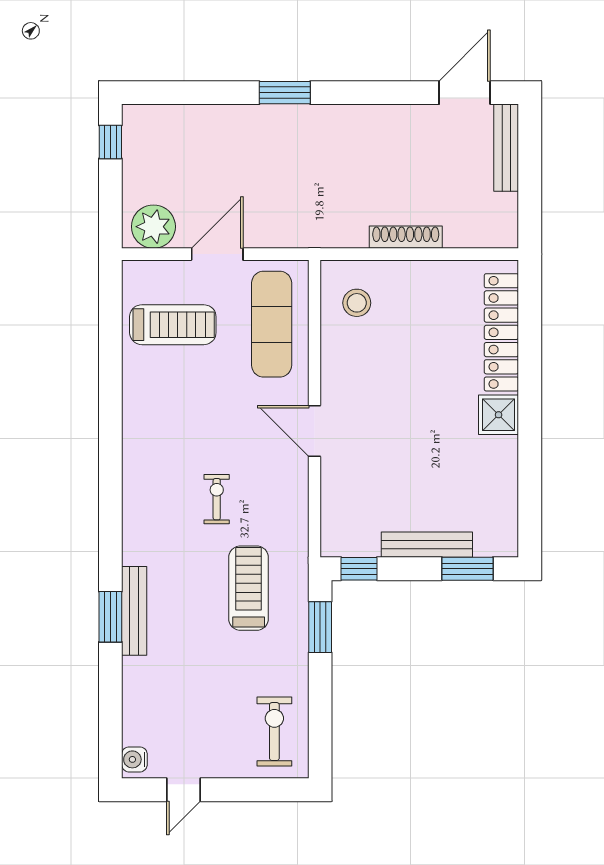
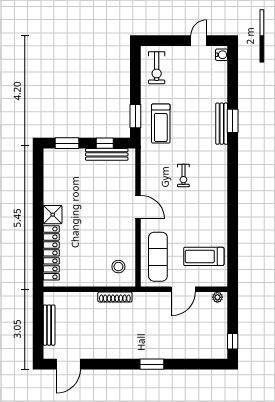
bench: (506, 148) -> (49, 325), moved
plant: (153, 227) -> (217, 297), width x0.53, depth x0.53
shoe rack: (406, 237) -> (115, 297), moved
bench: (427, 545) -> (107, 154), moved
window: (359, 569) -> (105, 143), moved
treadmill: (249, 588) -> (161, 124), moved

